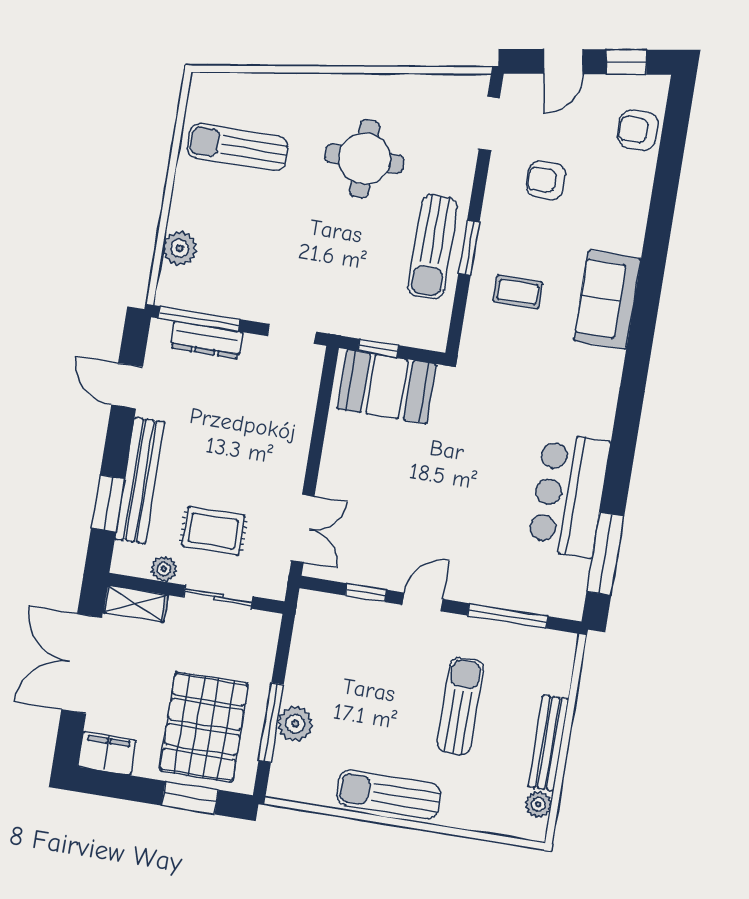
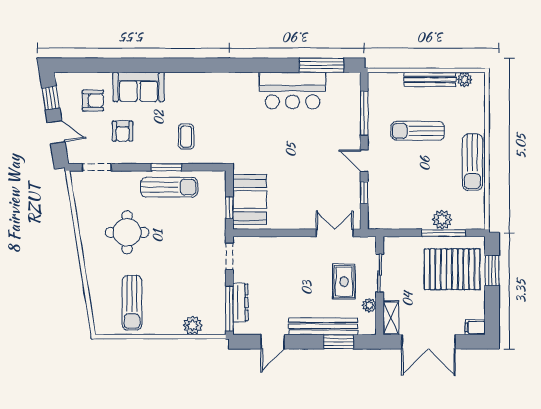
armchair: (638, 130) -> (93, 101), moved, turned -90
sofa: (607, 300) -> (138, 87), moved
filing cabinet: (107, 753) -> (475, 327), width x0.50

